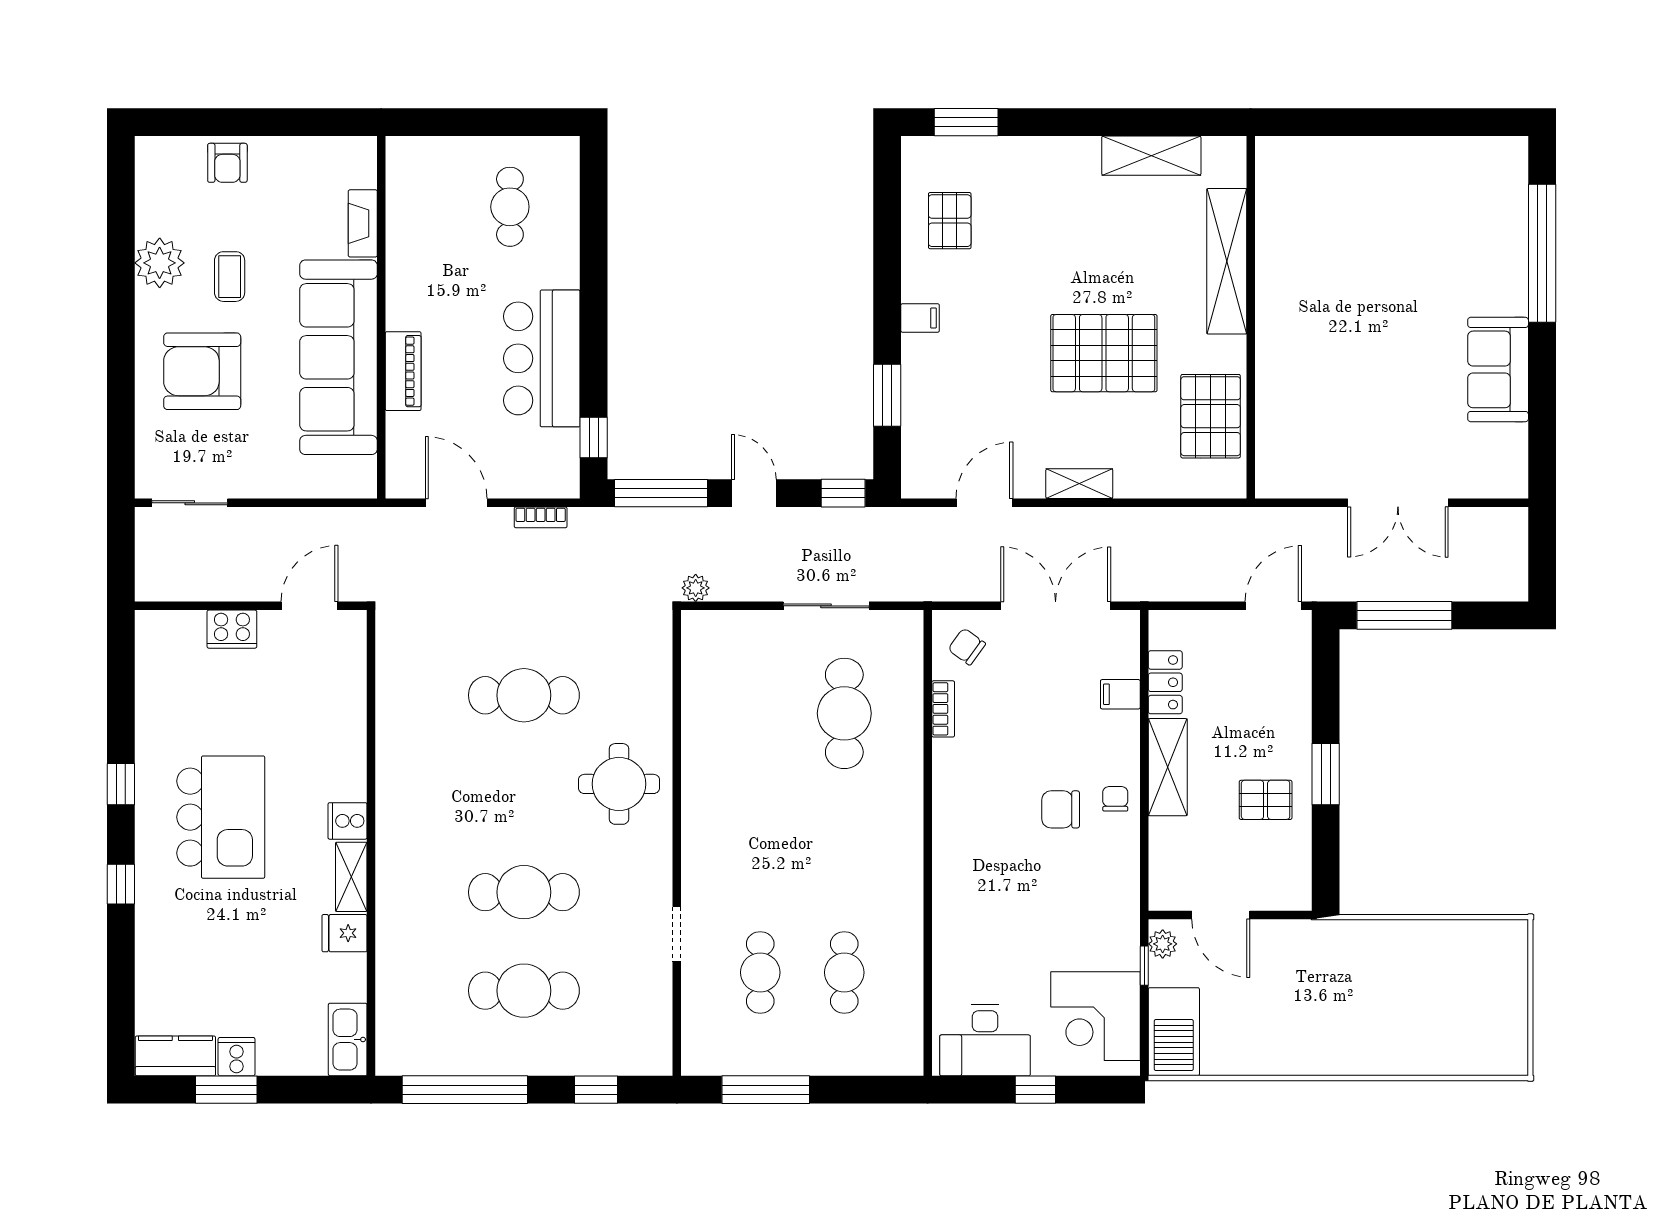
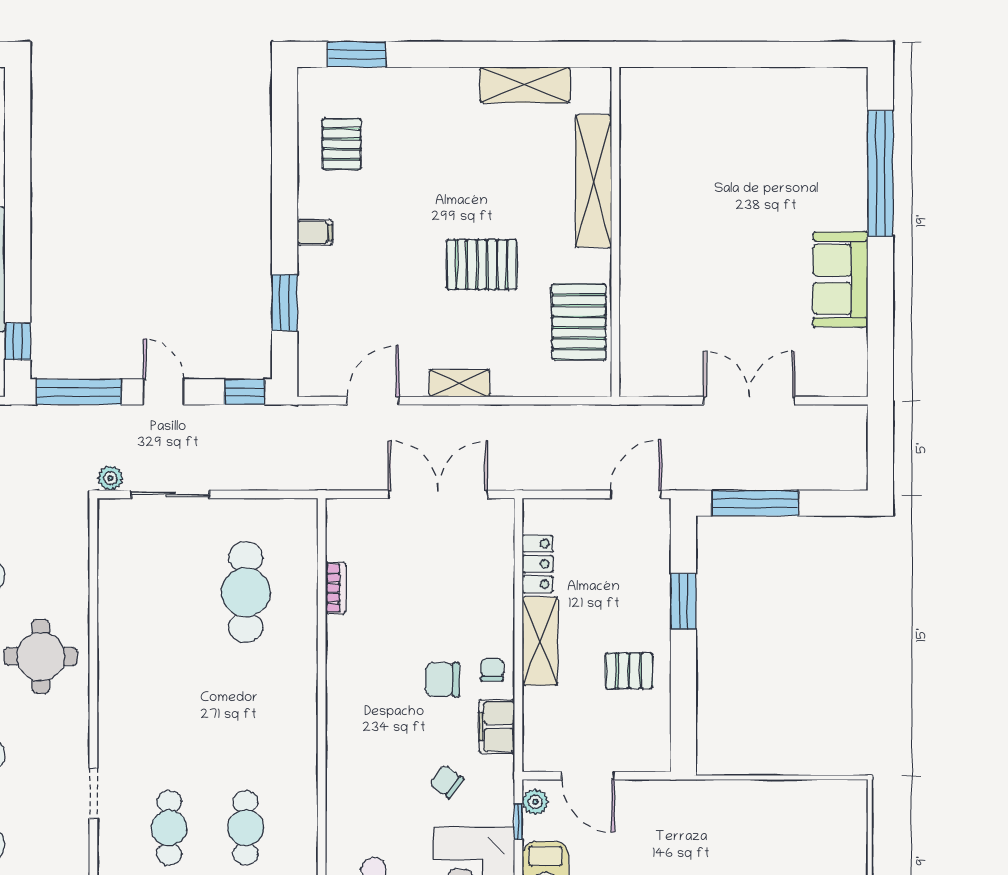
pallet: (1104, 353) -> (482, 265), width x0.73, depth x0.71
double door: (1398, 503) -> (749, 401), swing flipped
sliding door: (826, 606) -> (170, 494), moved
chair: (967, 647) -> (447, 781), moved
filing cabinet: (1120, 694) -> (497, 726), moved, width x2.00
window: (1326, 774) -> (683, 601), moved

